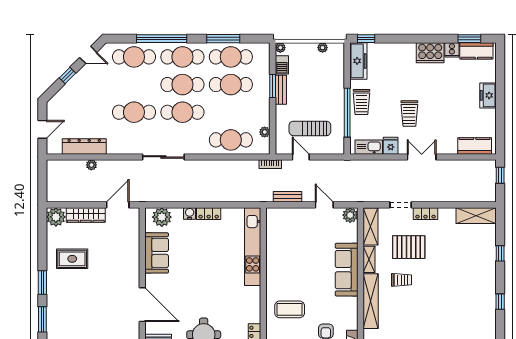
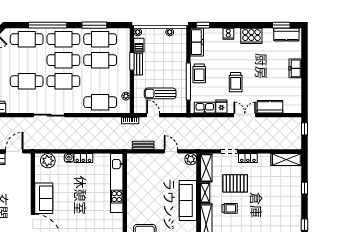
cooker: (452, 50) -> (228, 34), moved
kitchen counter: (475, 146) -> (270, 107), moved
sofa: (157, 253) -> (44, 198), moved

